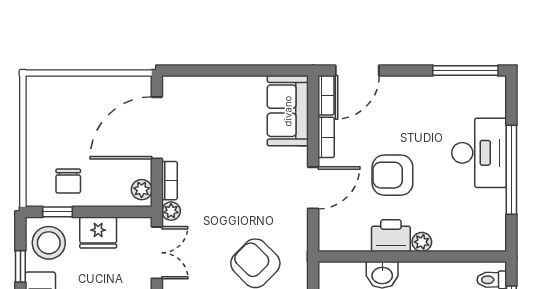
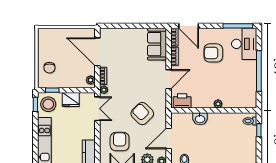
door: (357, 71) -> (189, 26), hinge flipped
door: (157, 128) -> (97, 52), hinge flipped
desk: (479, 153) -> (244, 44), moved
armchair: (392, 175) -> (213, 53), moved
chair: (68, 181) -> (49, 68), moved
printer: (391, 236) -> (182, 101), moved
window: (20, 266) -> (35, 104), moved

